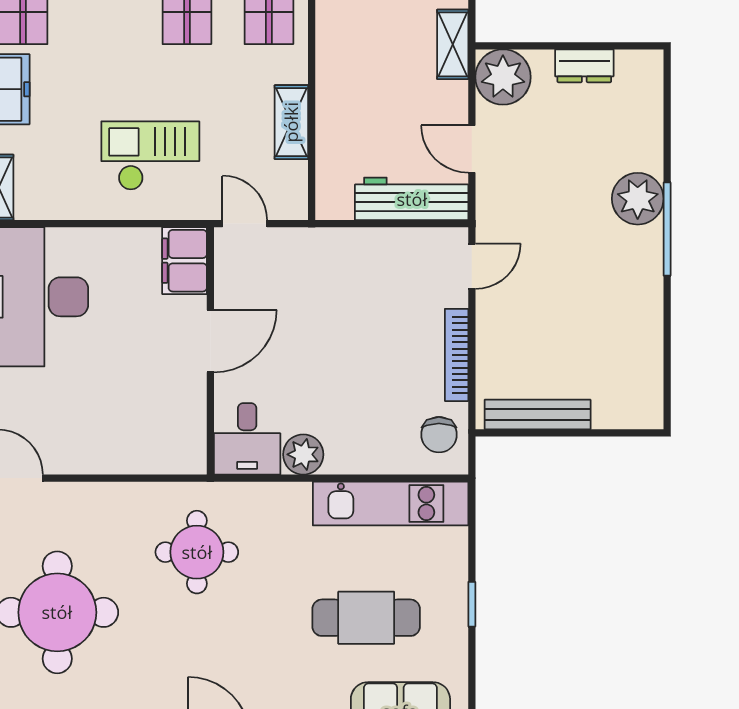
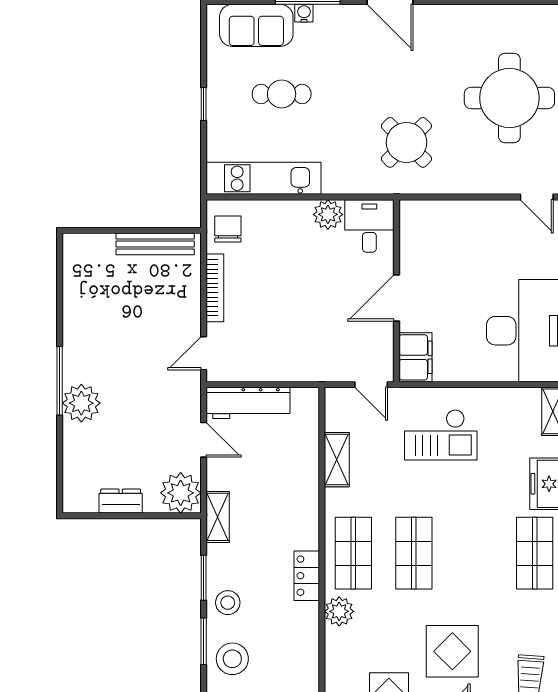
round table: (197, 552) -> (406, 142), turned 45
cafe table: (366, 618) -> (282, 94), width x0.73, depth x0.74

